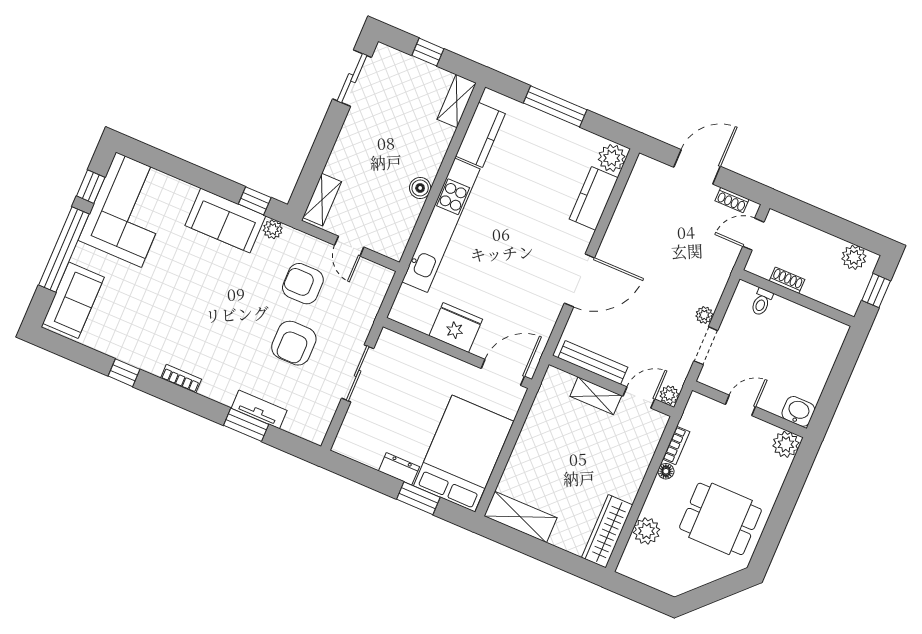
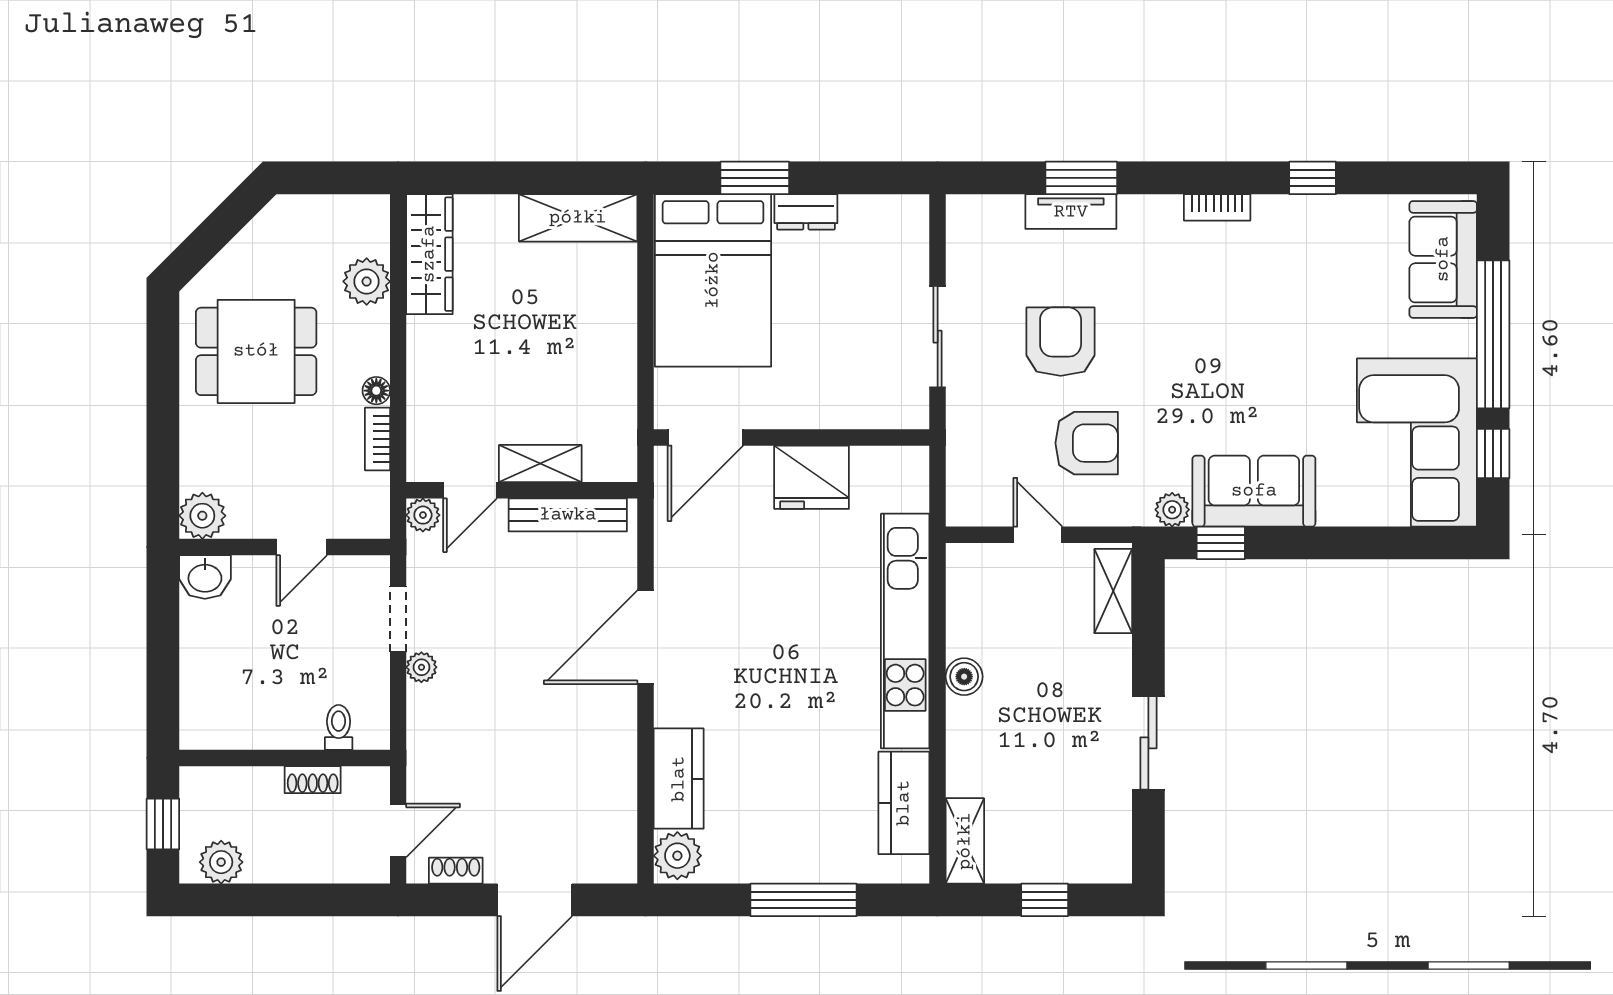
sliding door: (352, 78) -> (1148, 743), moved

